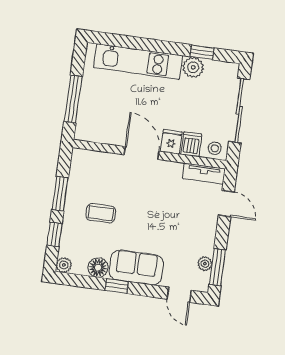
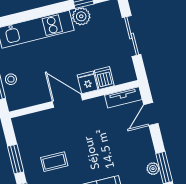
sliding door: (239, 110) -> (132, 36), width x0.73
stool: (215, 148) -> (11, 79), moved
door: (226, 204) -> (151, 114), swing flipped

